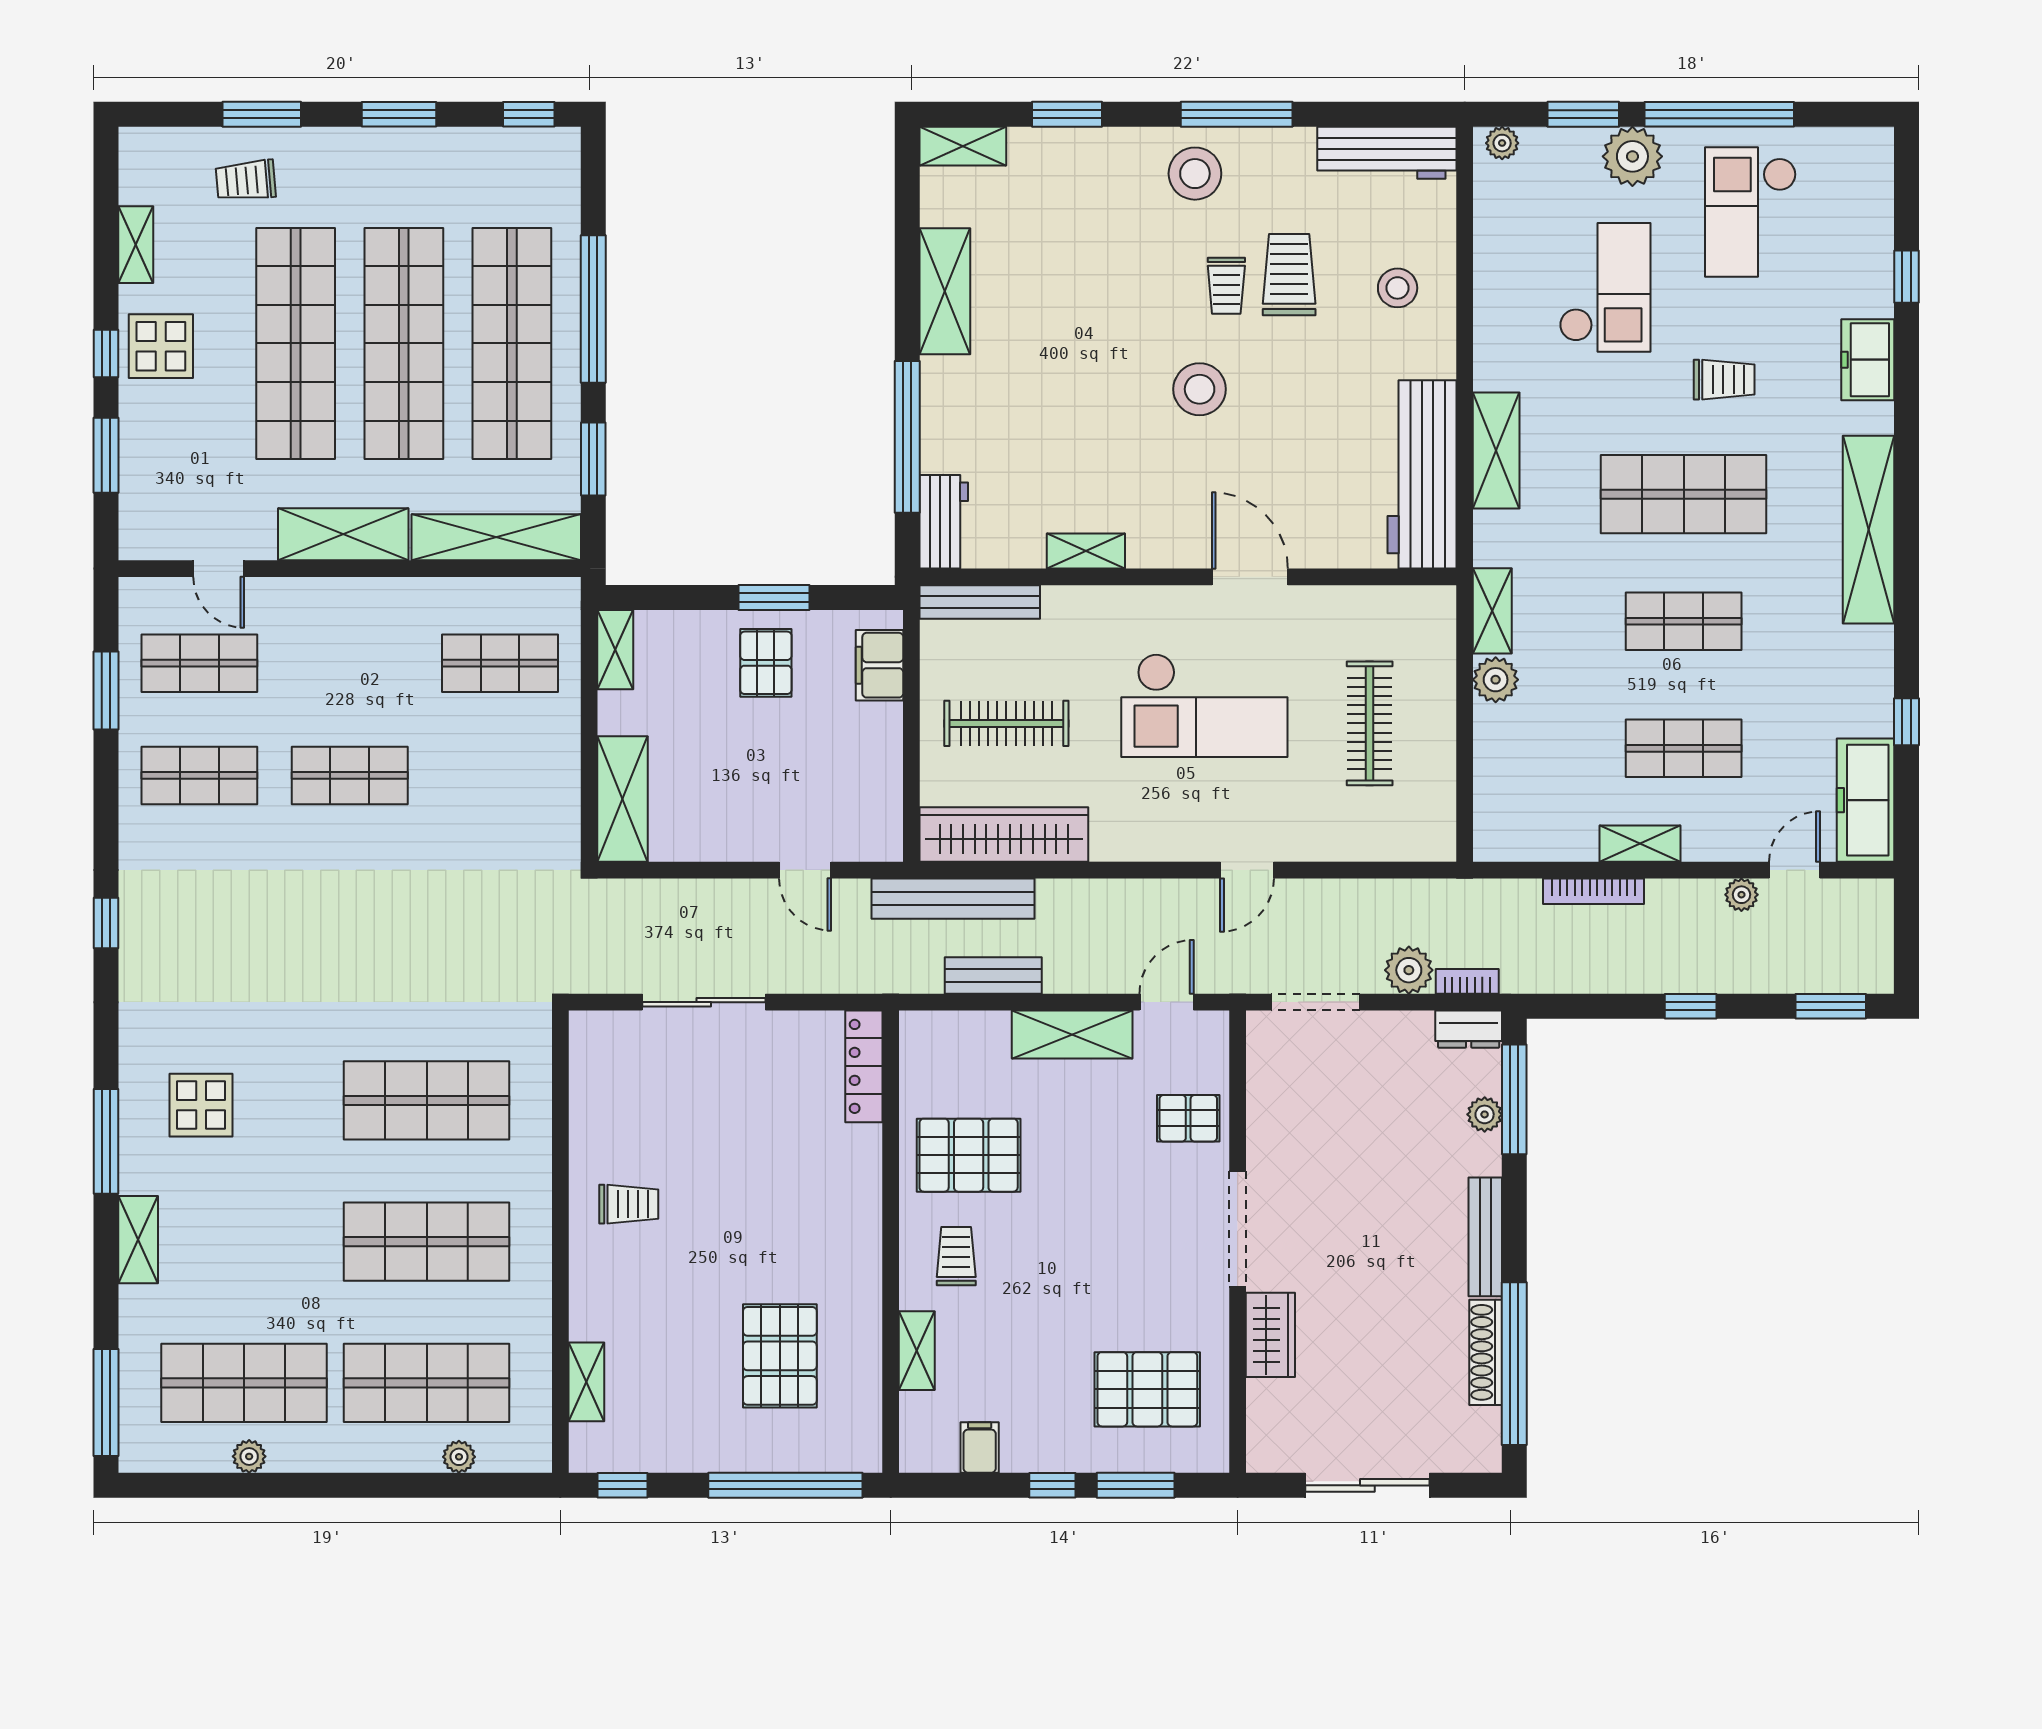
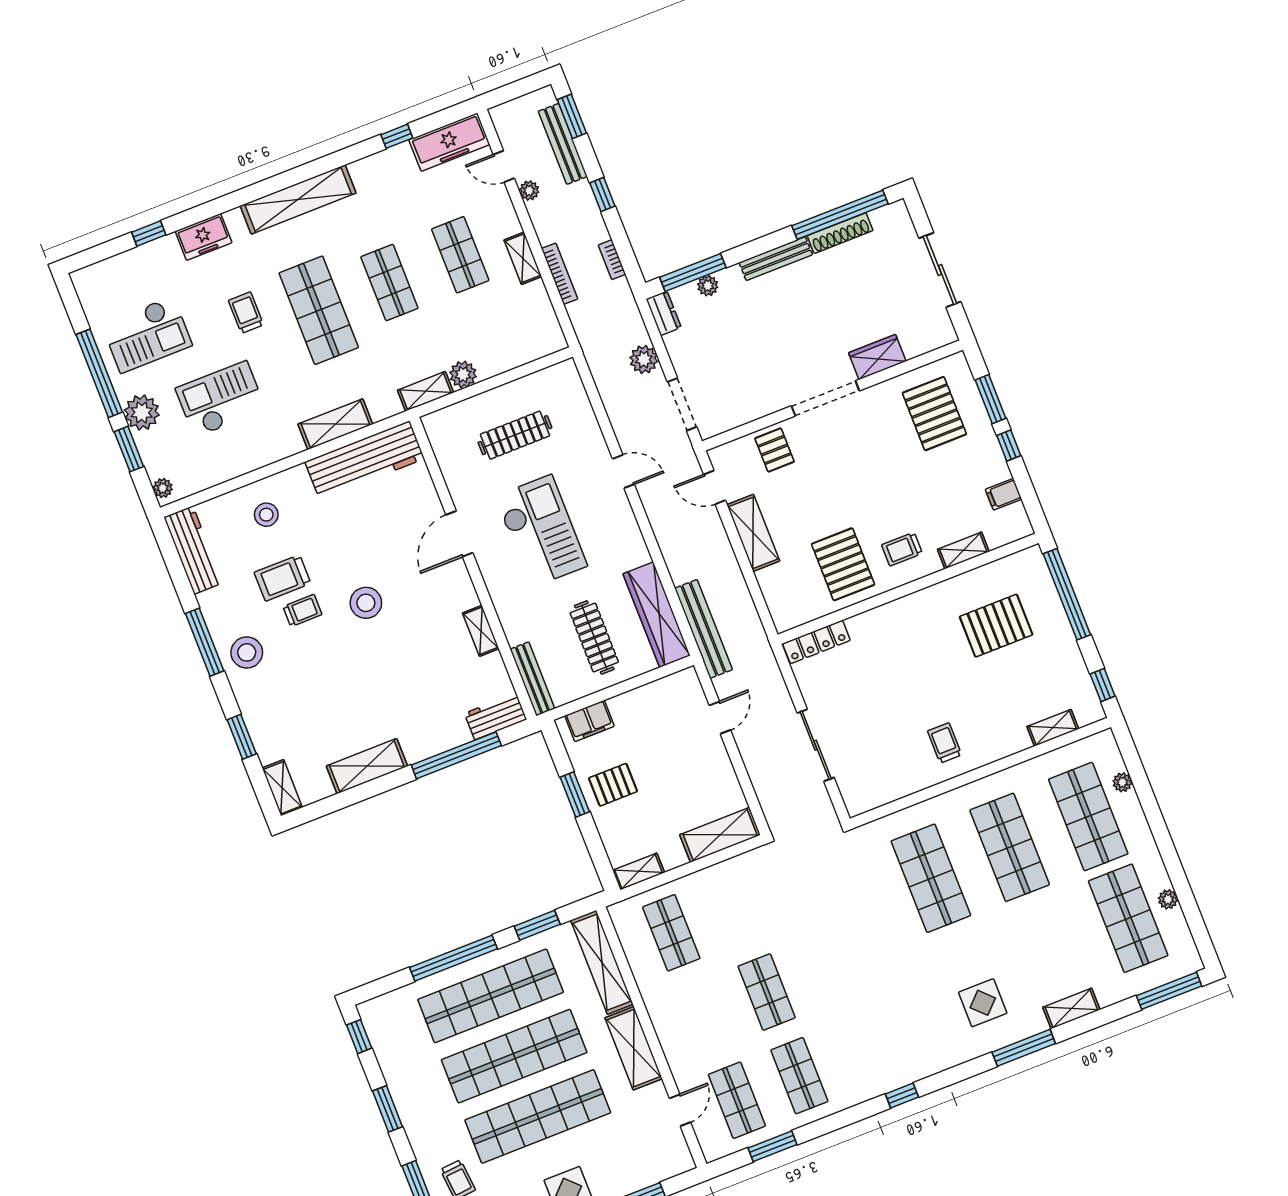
bench: (993, 975) -> (563, 144), moved, width x1.36
bookcase: (1467, 981) -> (612, 260), moved

